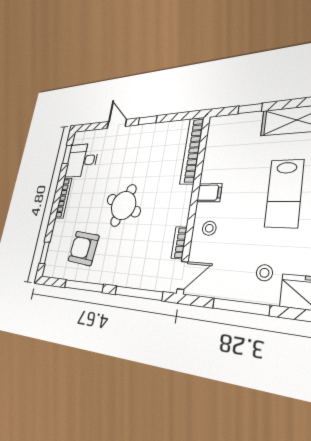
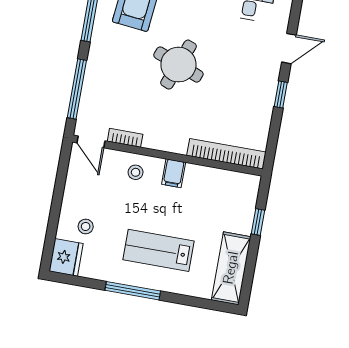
window: (241, 307) -> (57, 202), removed

